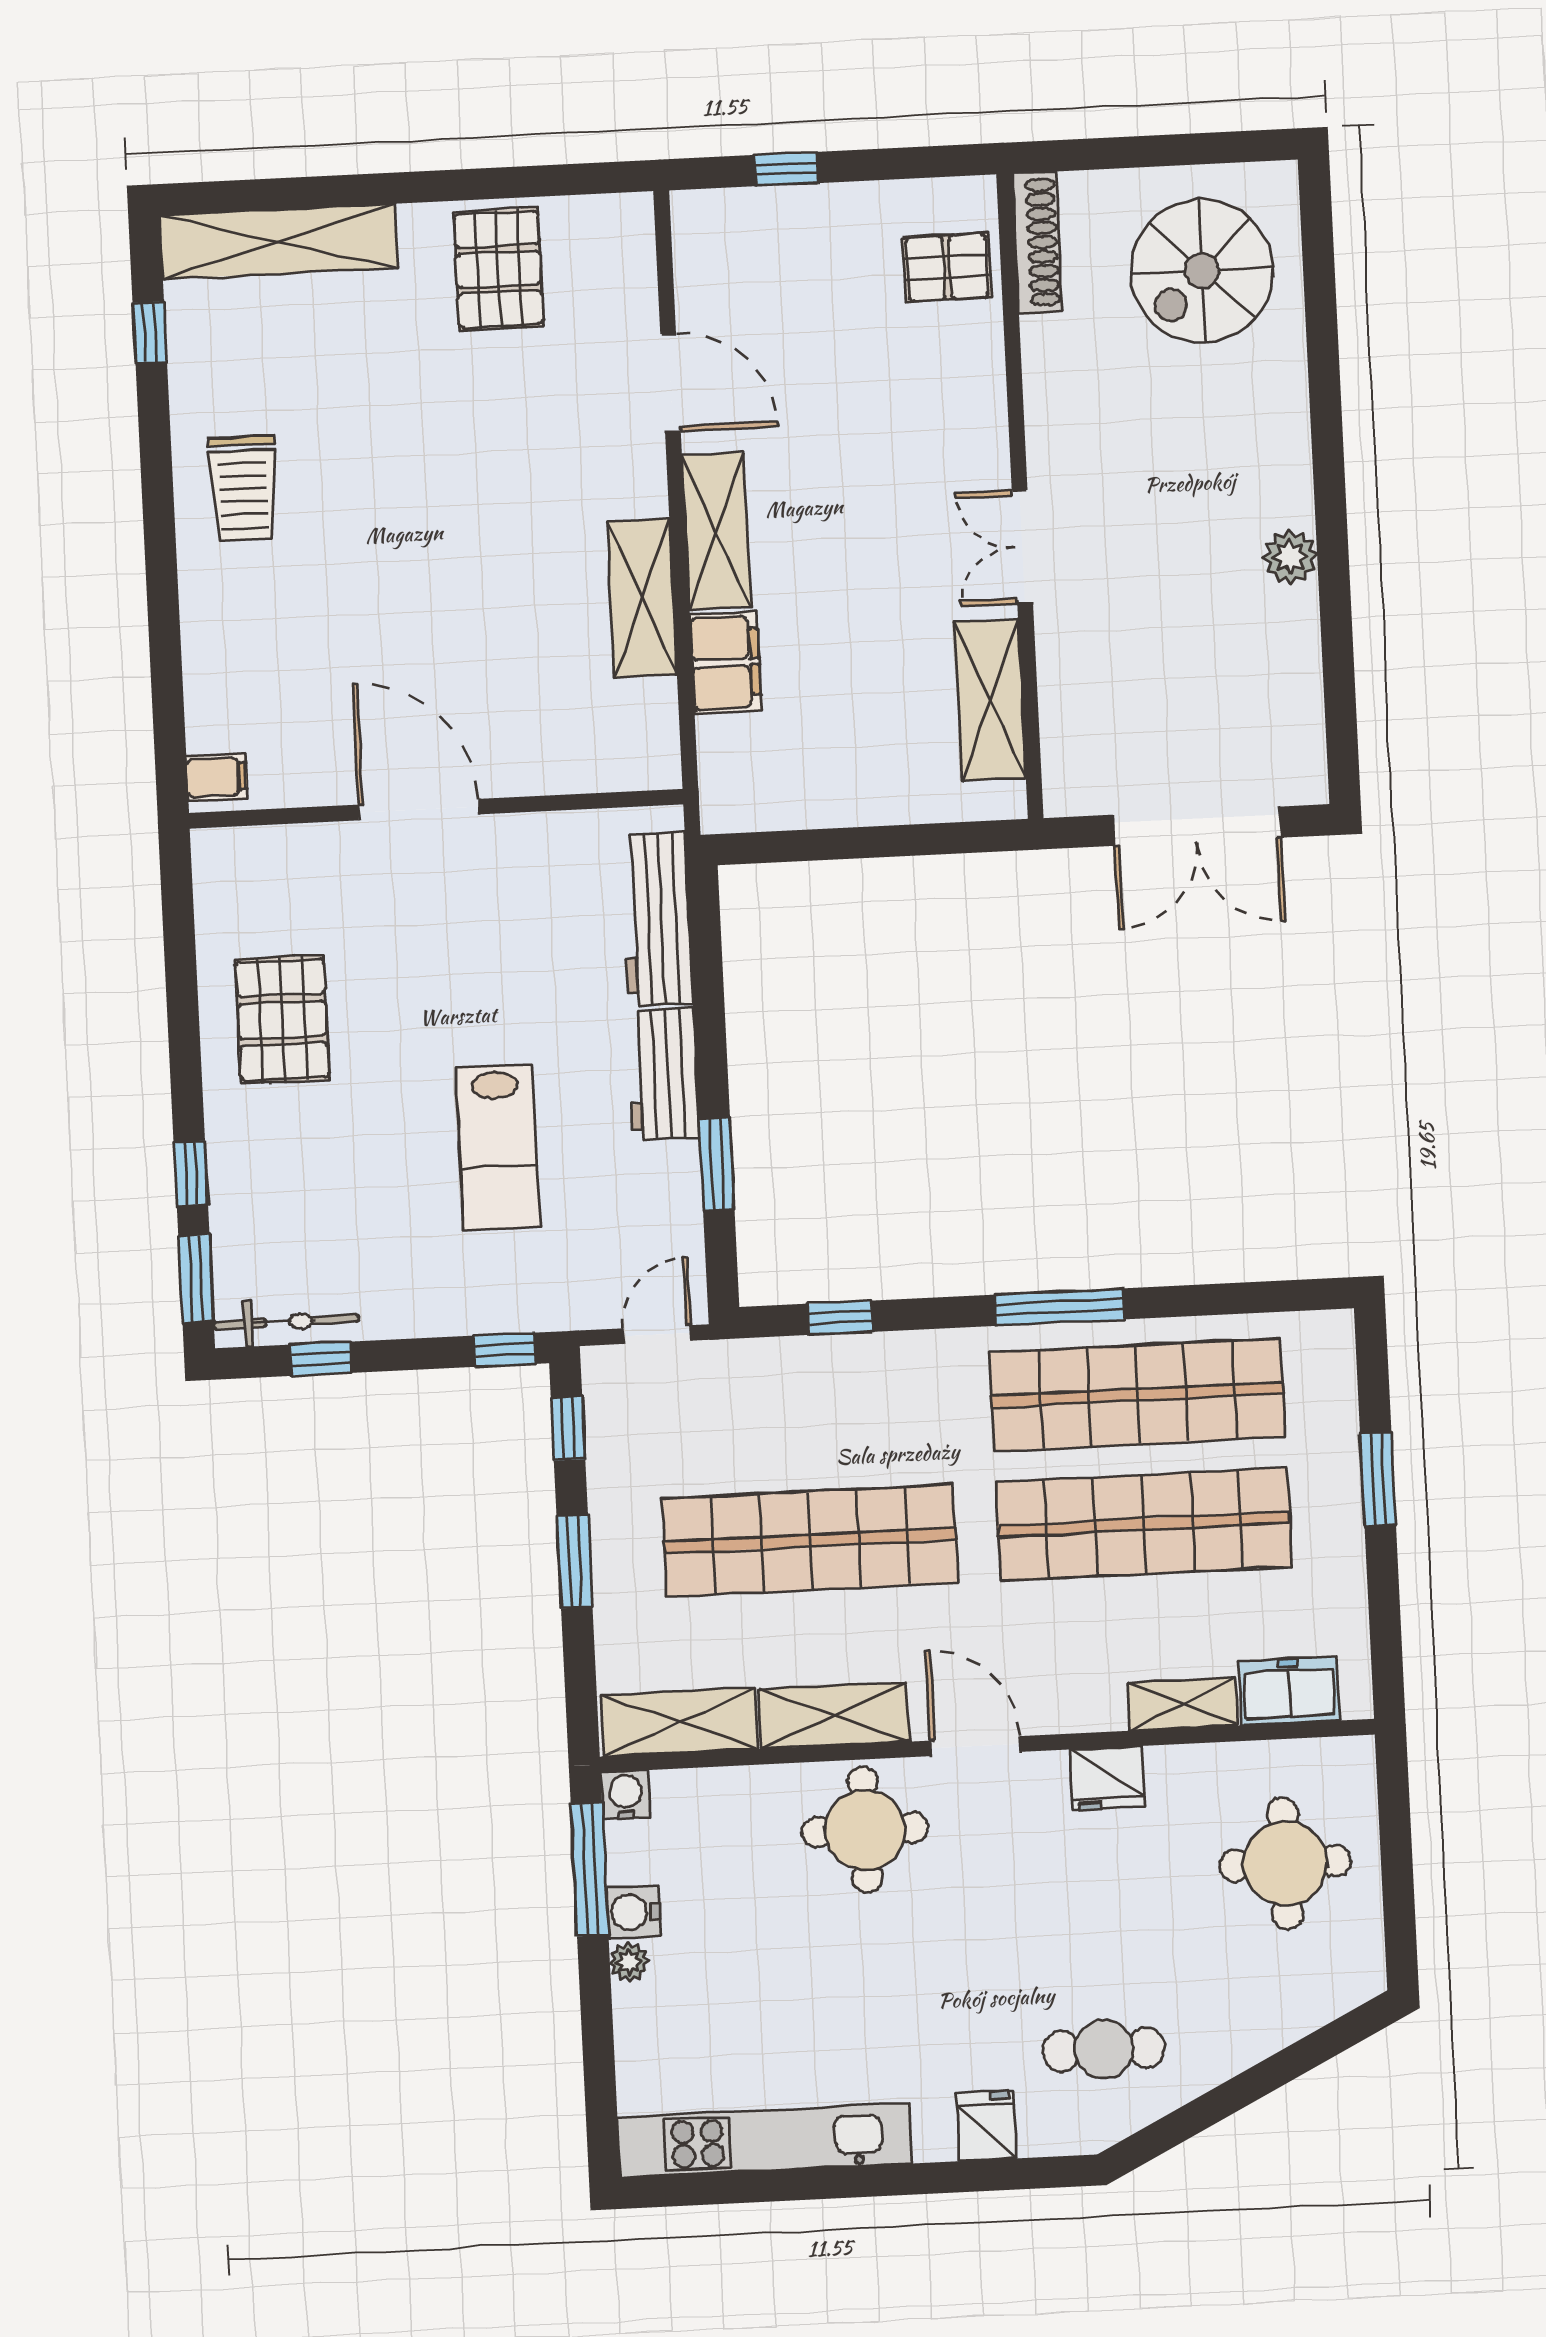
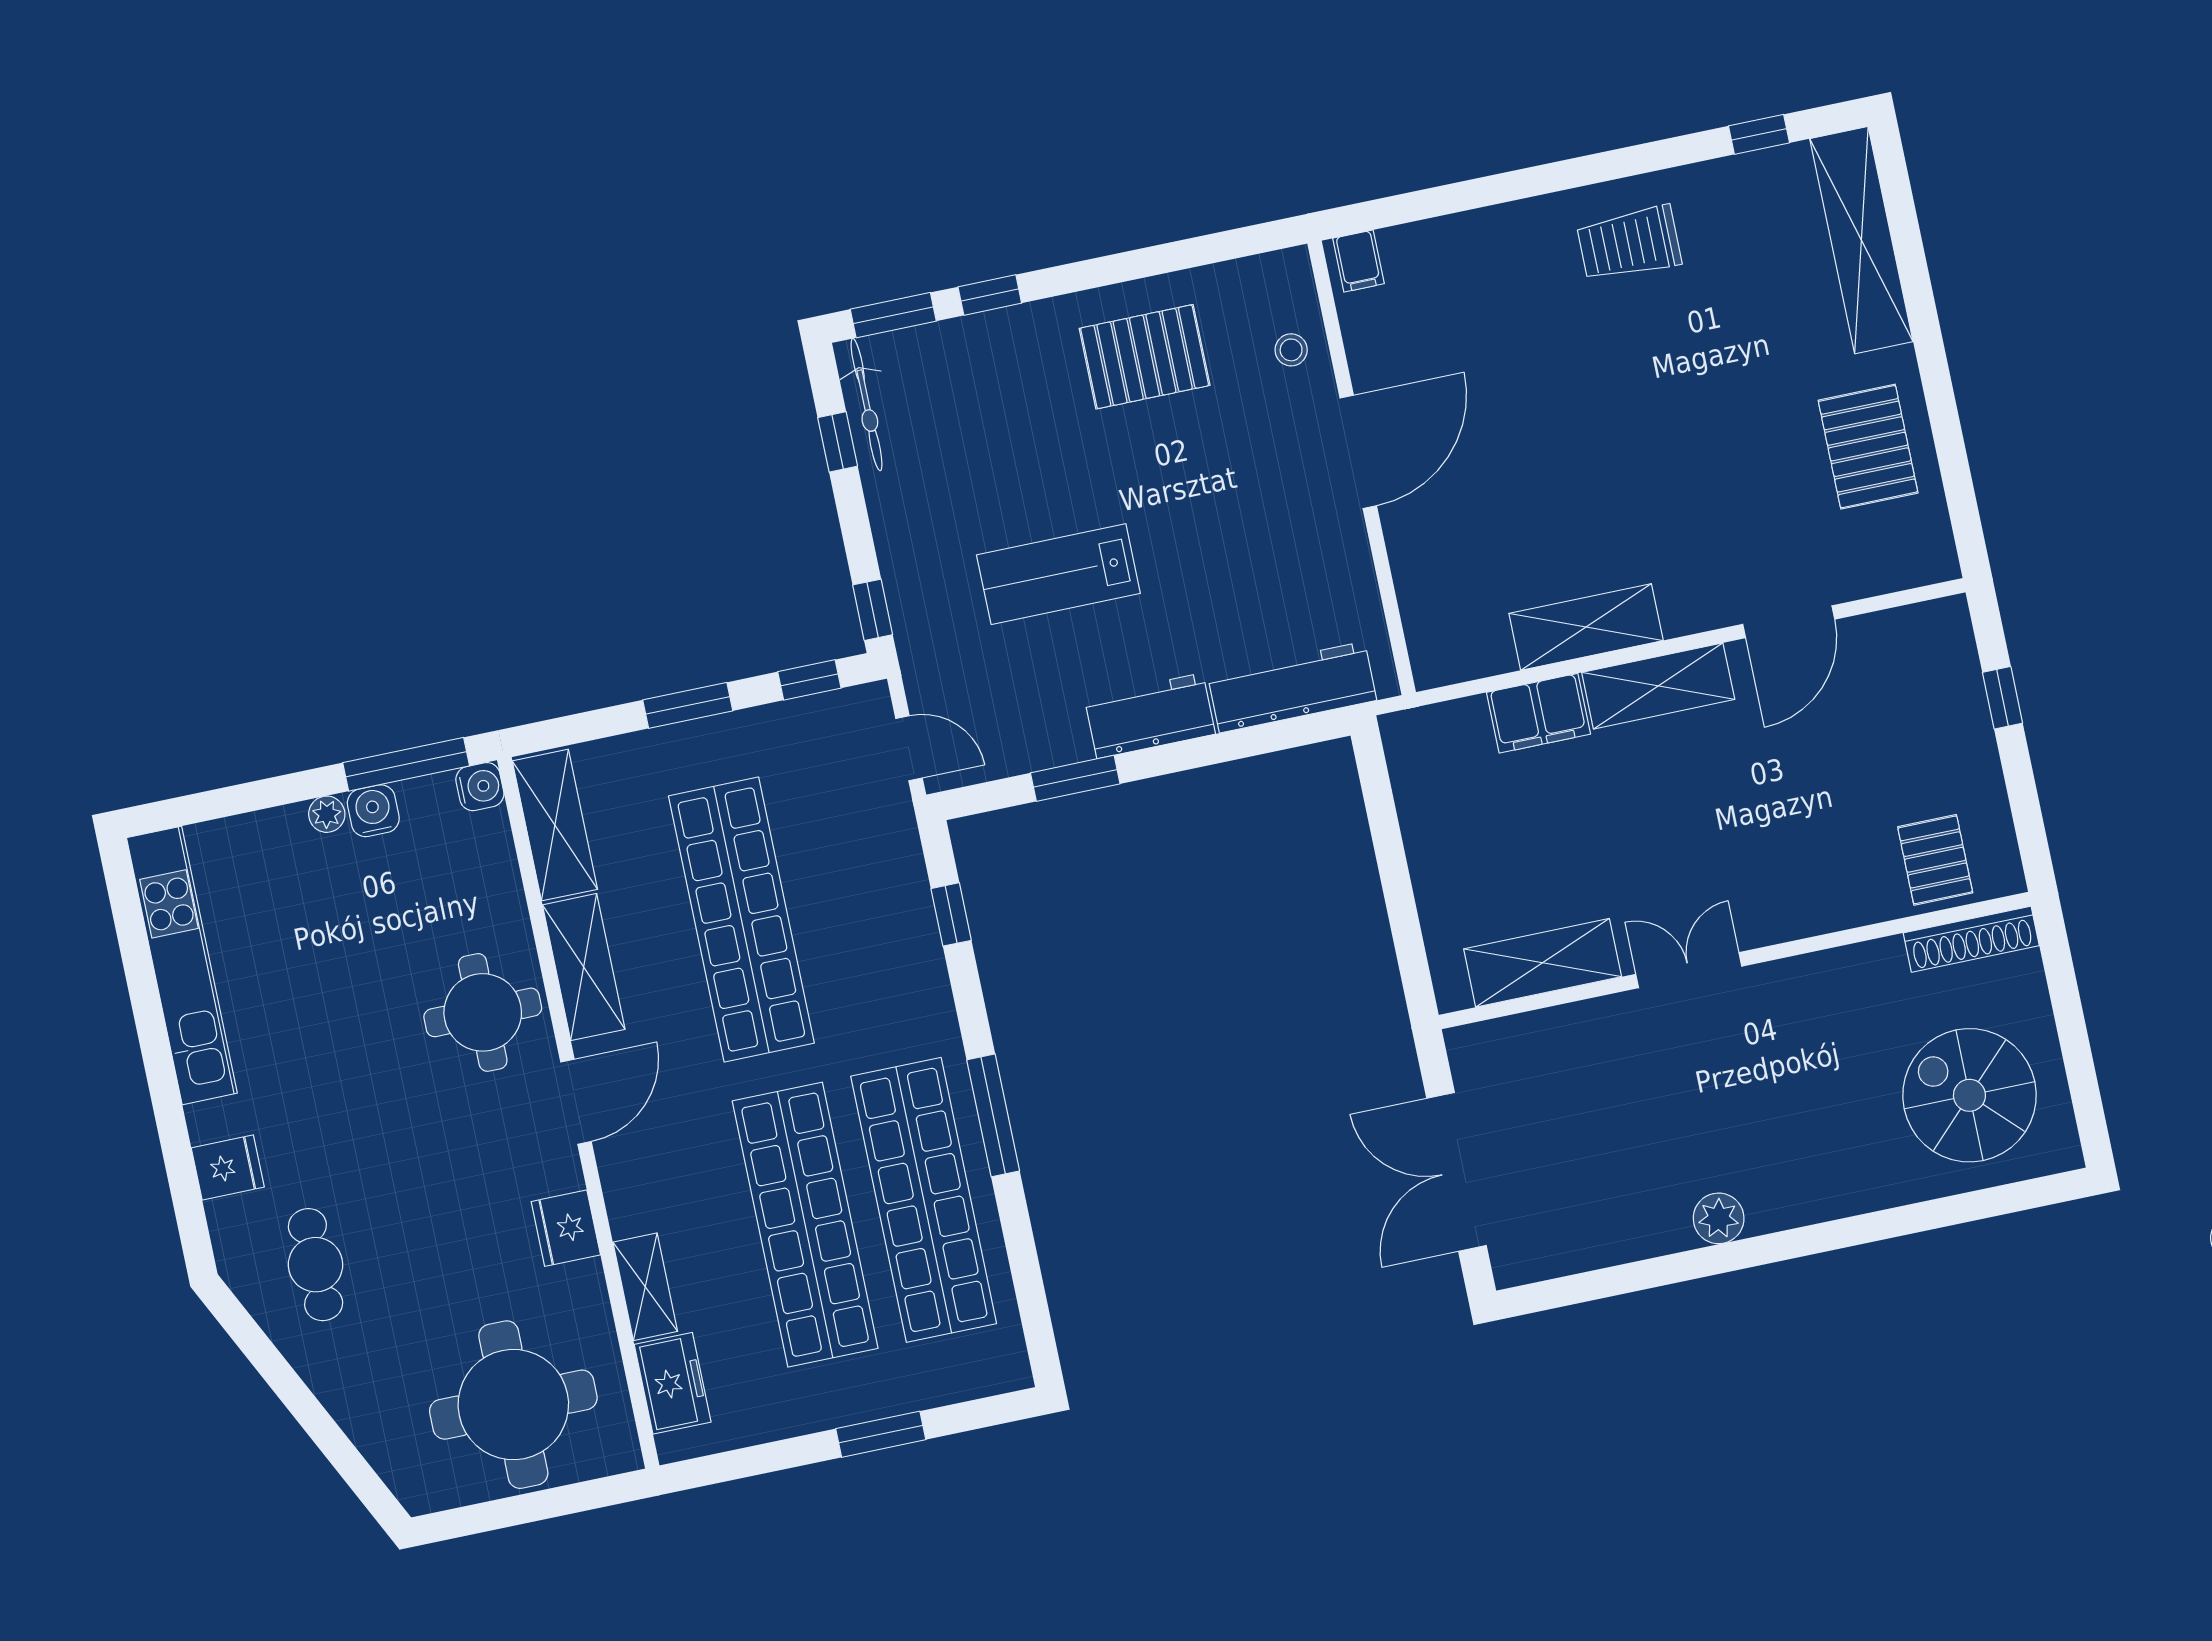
pallet: (498, 269) -> (1868, 447), turned 90
stool: (299, 863) -> (1291, 350), added
round table: (1285, 1863) -> (513, 1405), width x1.36, depth x1.36

